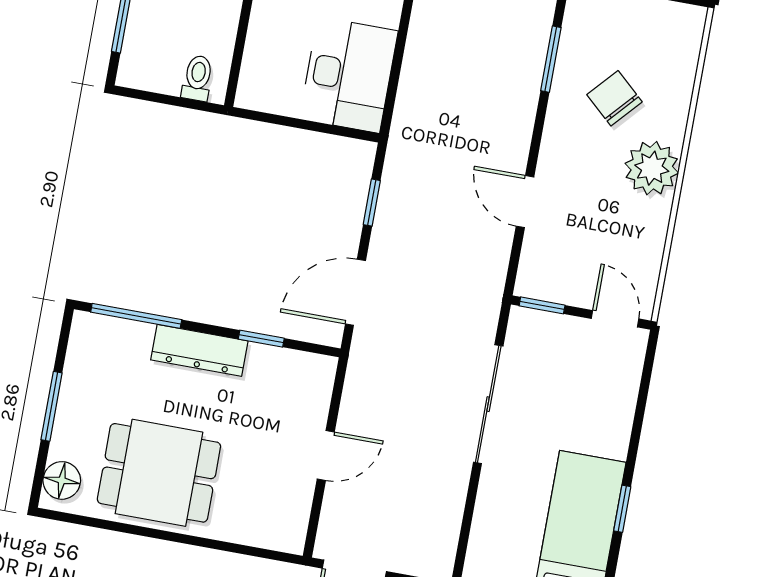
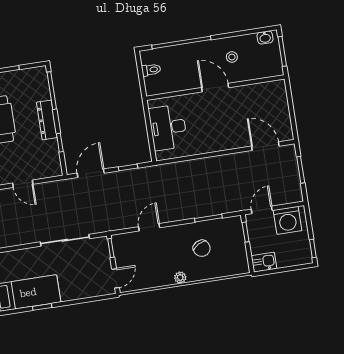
desk: (349, 75) -> (168, 127), moved, turned 90
toilet: (198, 78) -> (151, 70), moved
chair: (614, 98) -> (202, 248), turned 109
plant: (652, 168) -> (180, 278), width x0.53, depth x0.53
door: (355, 292) -> (91, 173), hinge flipped

